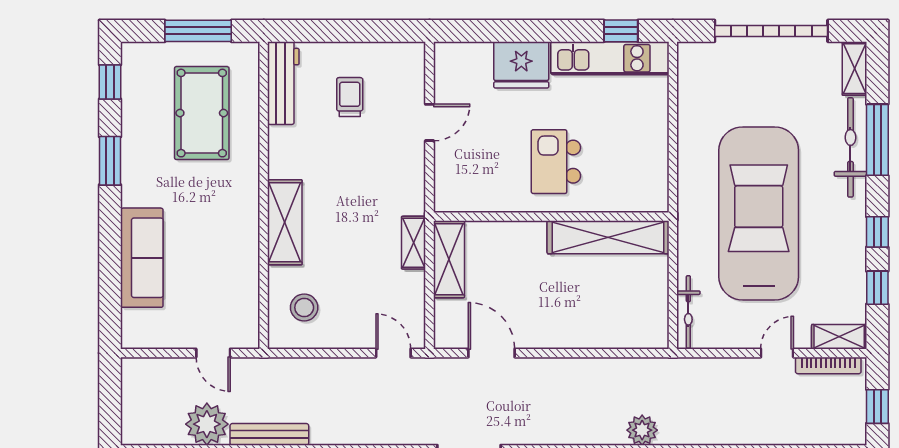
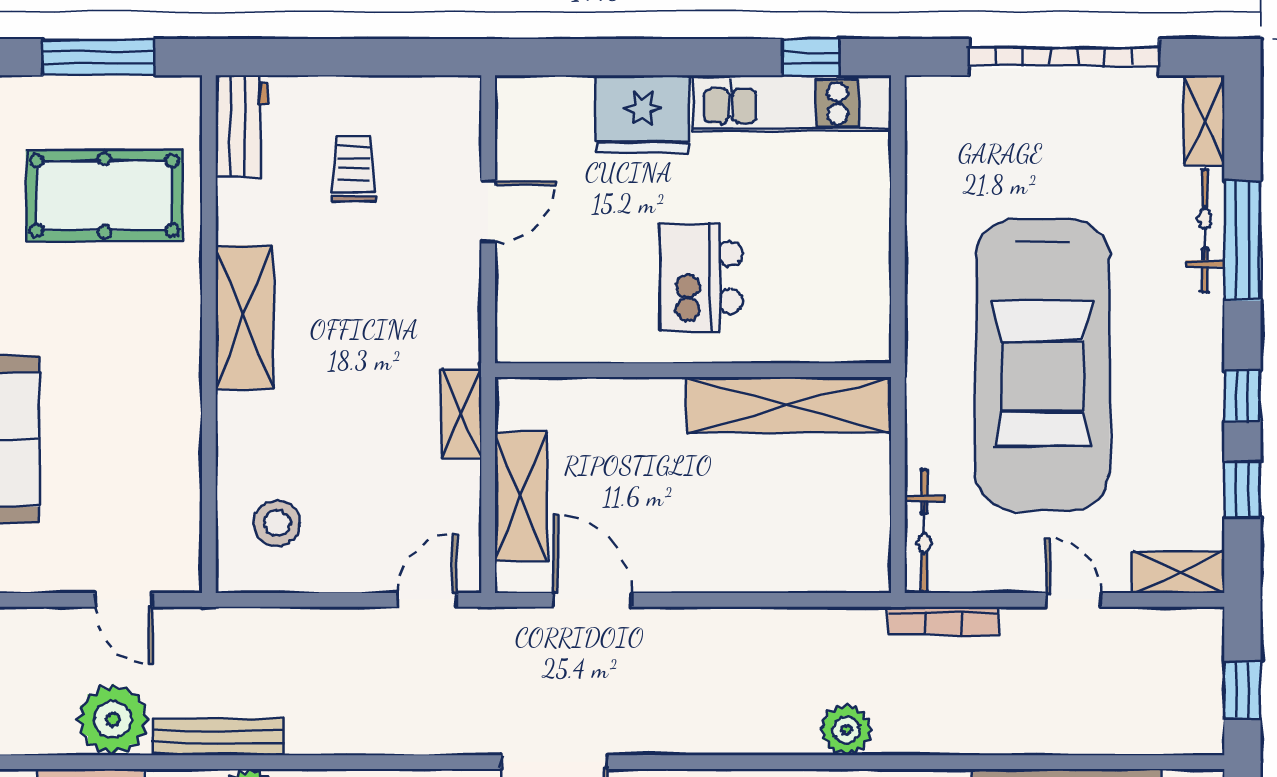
workbench: (283, 83) -> (242, 126), width x0.73
pool table: (202, 113) -> (104, 195), turned 90
bicycle: (850, 147) -> (1205, 231), width x0.73, depth x0.71
car: (759, 213) -> (1043, 365), turned 180
shelving: (285, 222) -> (244, 317), moved
shelving: (449, 259) -> (521, 497), moved
door: (393, 353) -> (427, 600), hinge flipped
door: (777, 353) -> (1074, 600), hinge flipped
bookcase: (828, 365) -> (943, 621), moved

